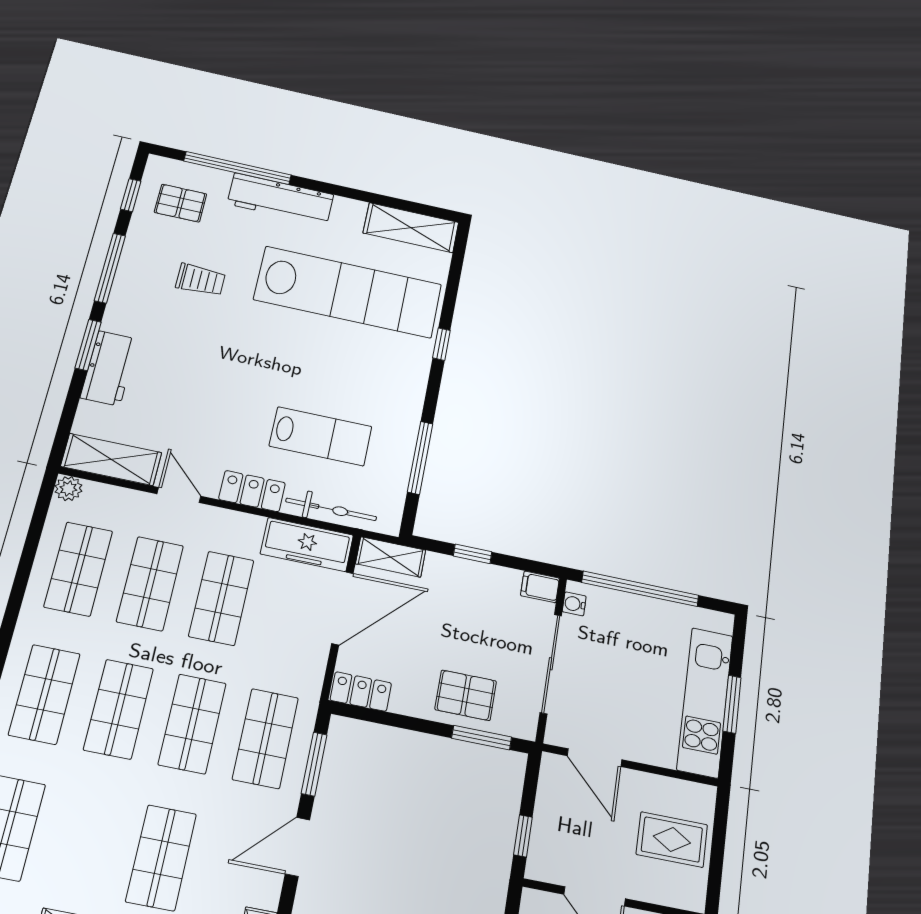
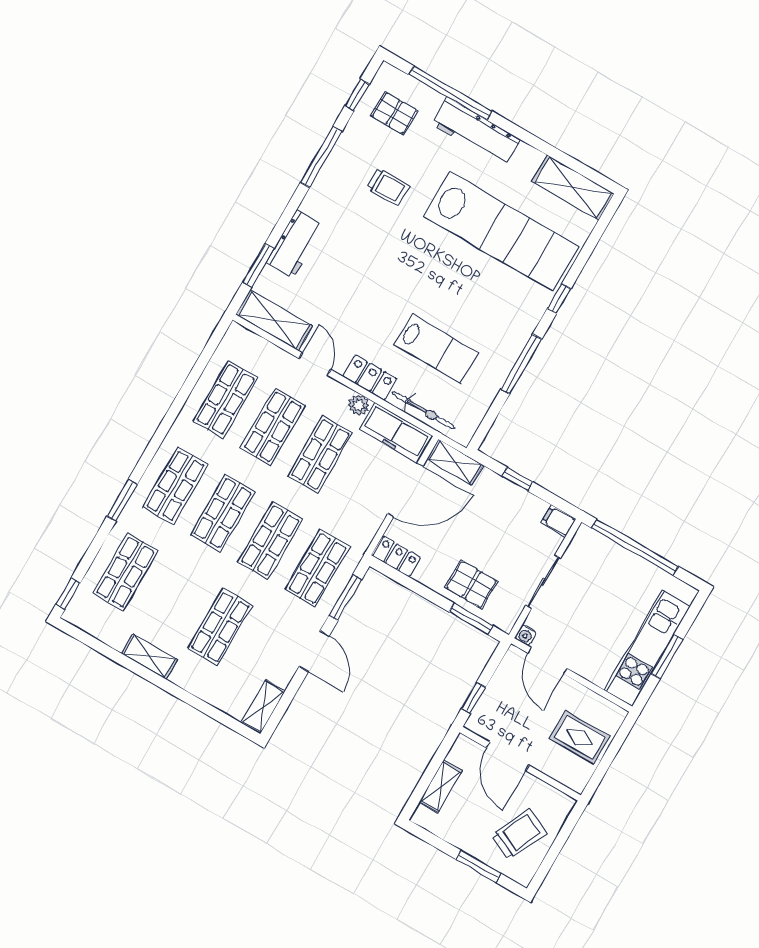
window: (88, 345) -> (258, 265), moved
window: (420, 458) -> (521, 364), moved
plant: (68, 489) -> (359, 405), moved
water cooler: (574, 604) -> (526, 635), moved, turned -90
sliding door: (551, 664) -> (543, 582), width x0.73
door: (297, 847) -> (314, 651), swing flipped

